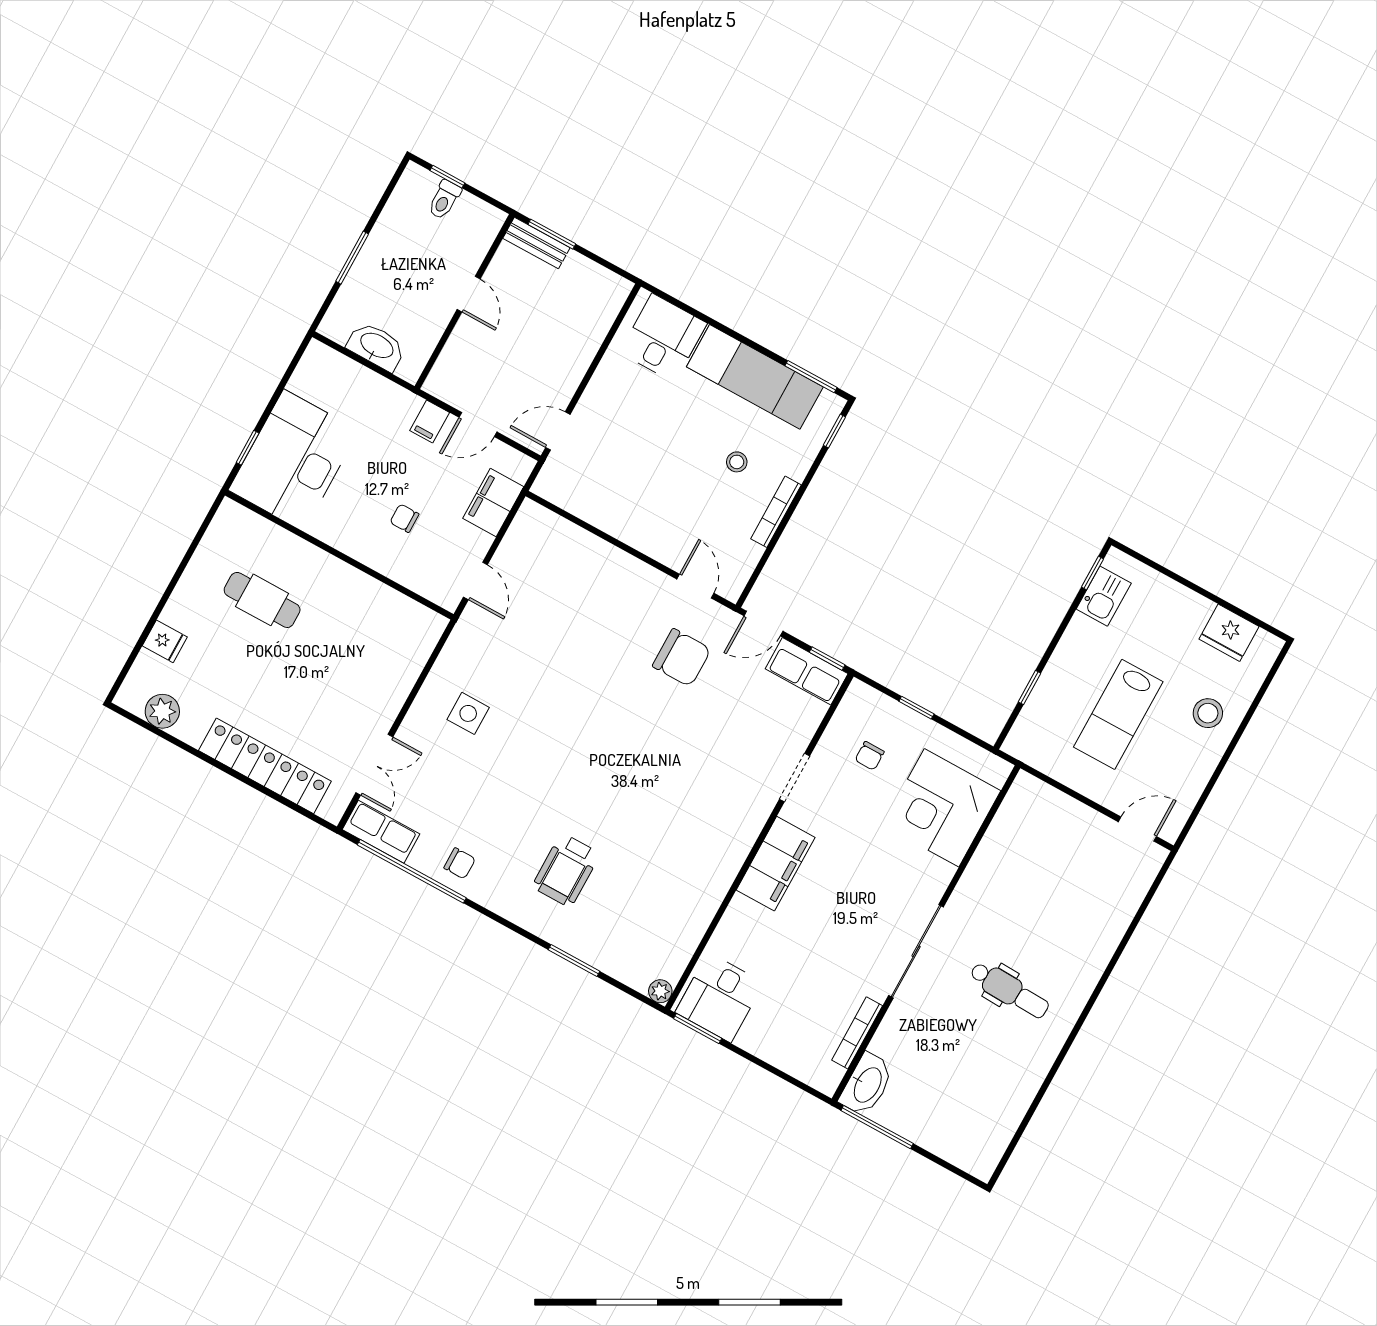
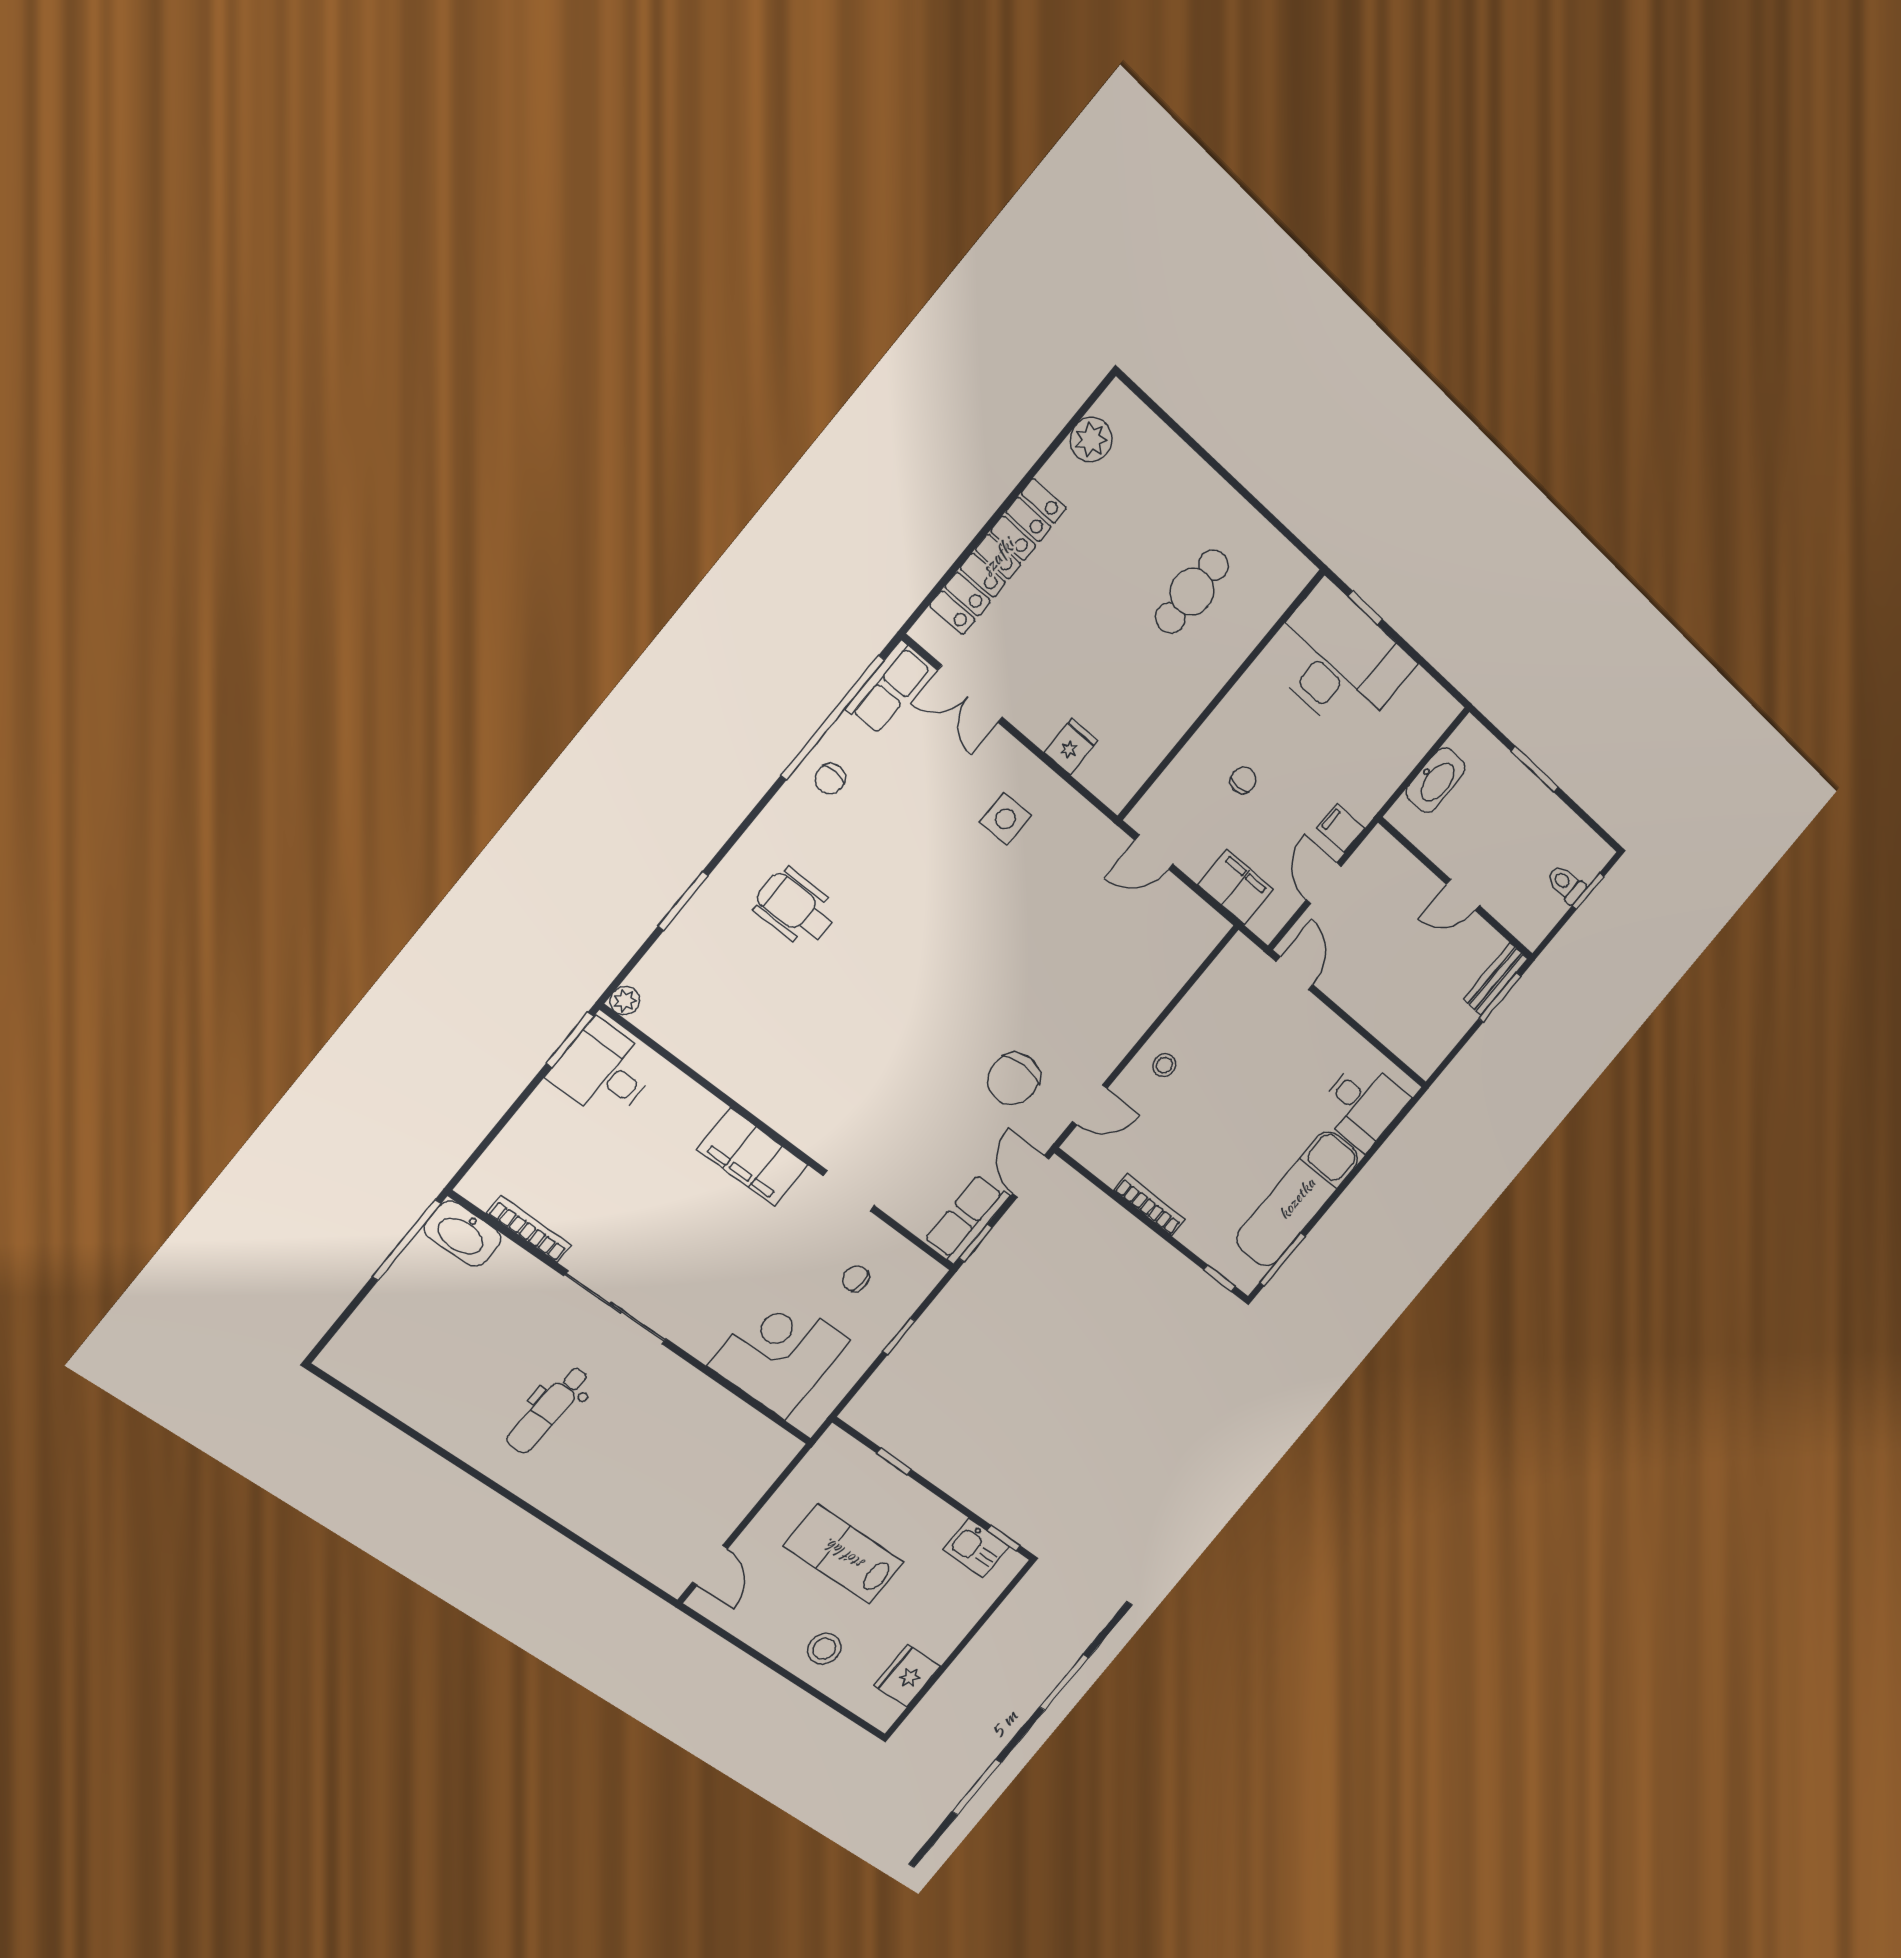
stool: (737, 462) -> (1164, 1065), moved
fridge: (165, 641) -> (1071, 747), moved, turned 180

